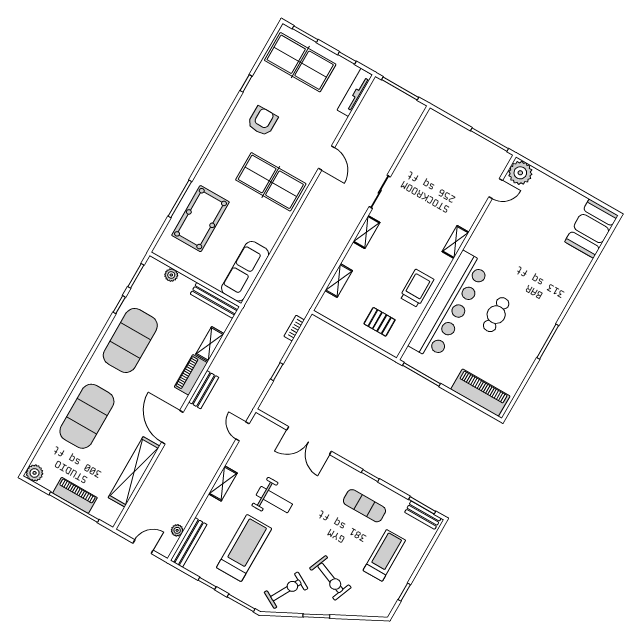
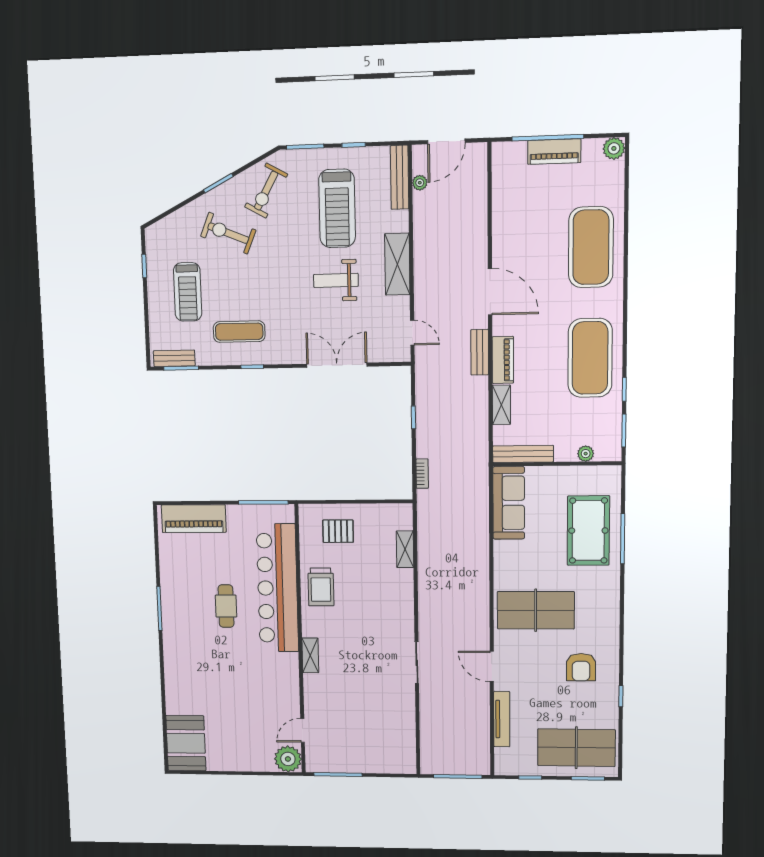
tv unit: (355, 92) -> (502, 719), moved
shelving: (366, 232) -> (406, 615), removed
shelving: (134, 472) -> (504, 218), removed
shelving: (223, 484) -> (397, 264), width x1.50, depth x1.33
door: (143, 547) -> (446, 141), width x1.38

